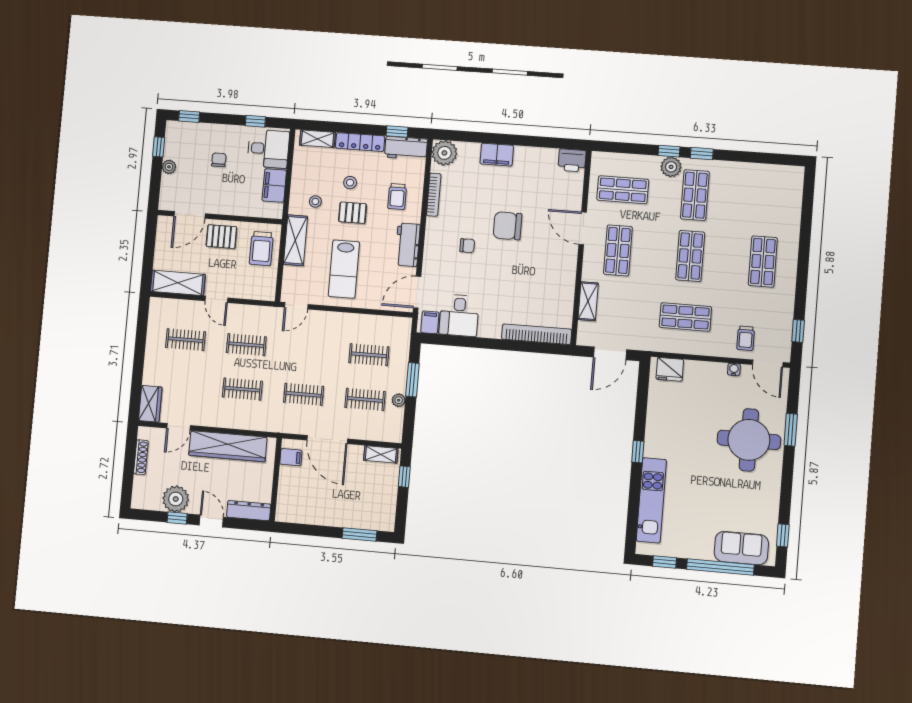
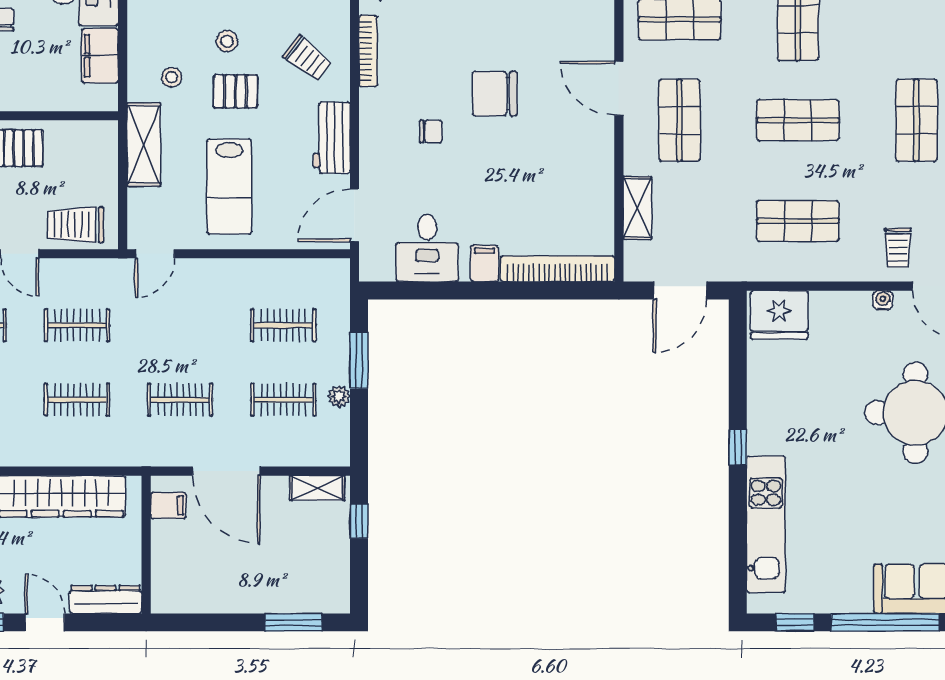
trolley: (397, 197) -> (308, 59), turned -52
trolley: (261, 249) -> (75, 225), moved, turned 90
shop shelf: (690, 256) -> (798, 120), turned 90
filing cabinet: (430, 322) -> (484, 263), moved
fridge: (670, 369) -> (779, 315), width x1.36, depth x1.34

